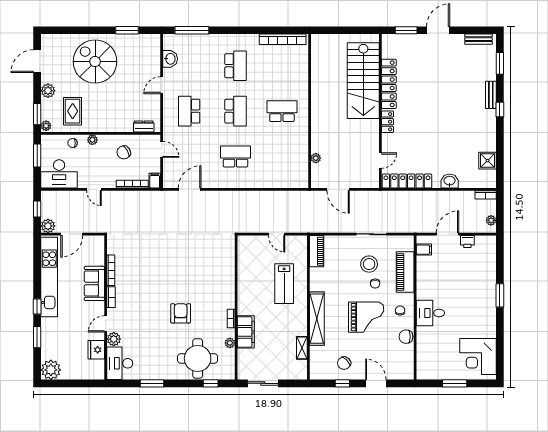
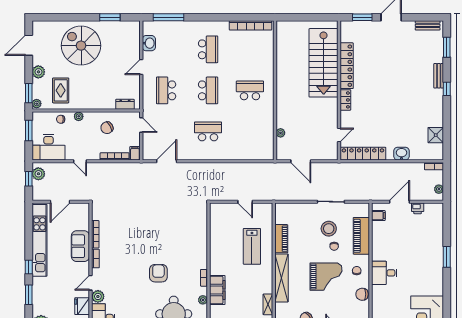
plant: (48, 226) -> (38, 174), moved
piano: (317, 251) -> (281, 239), moved

